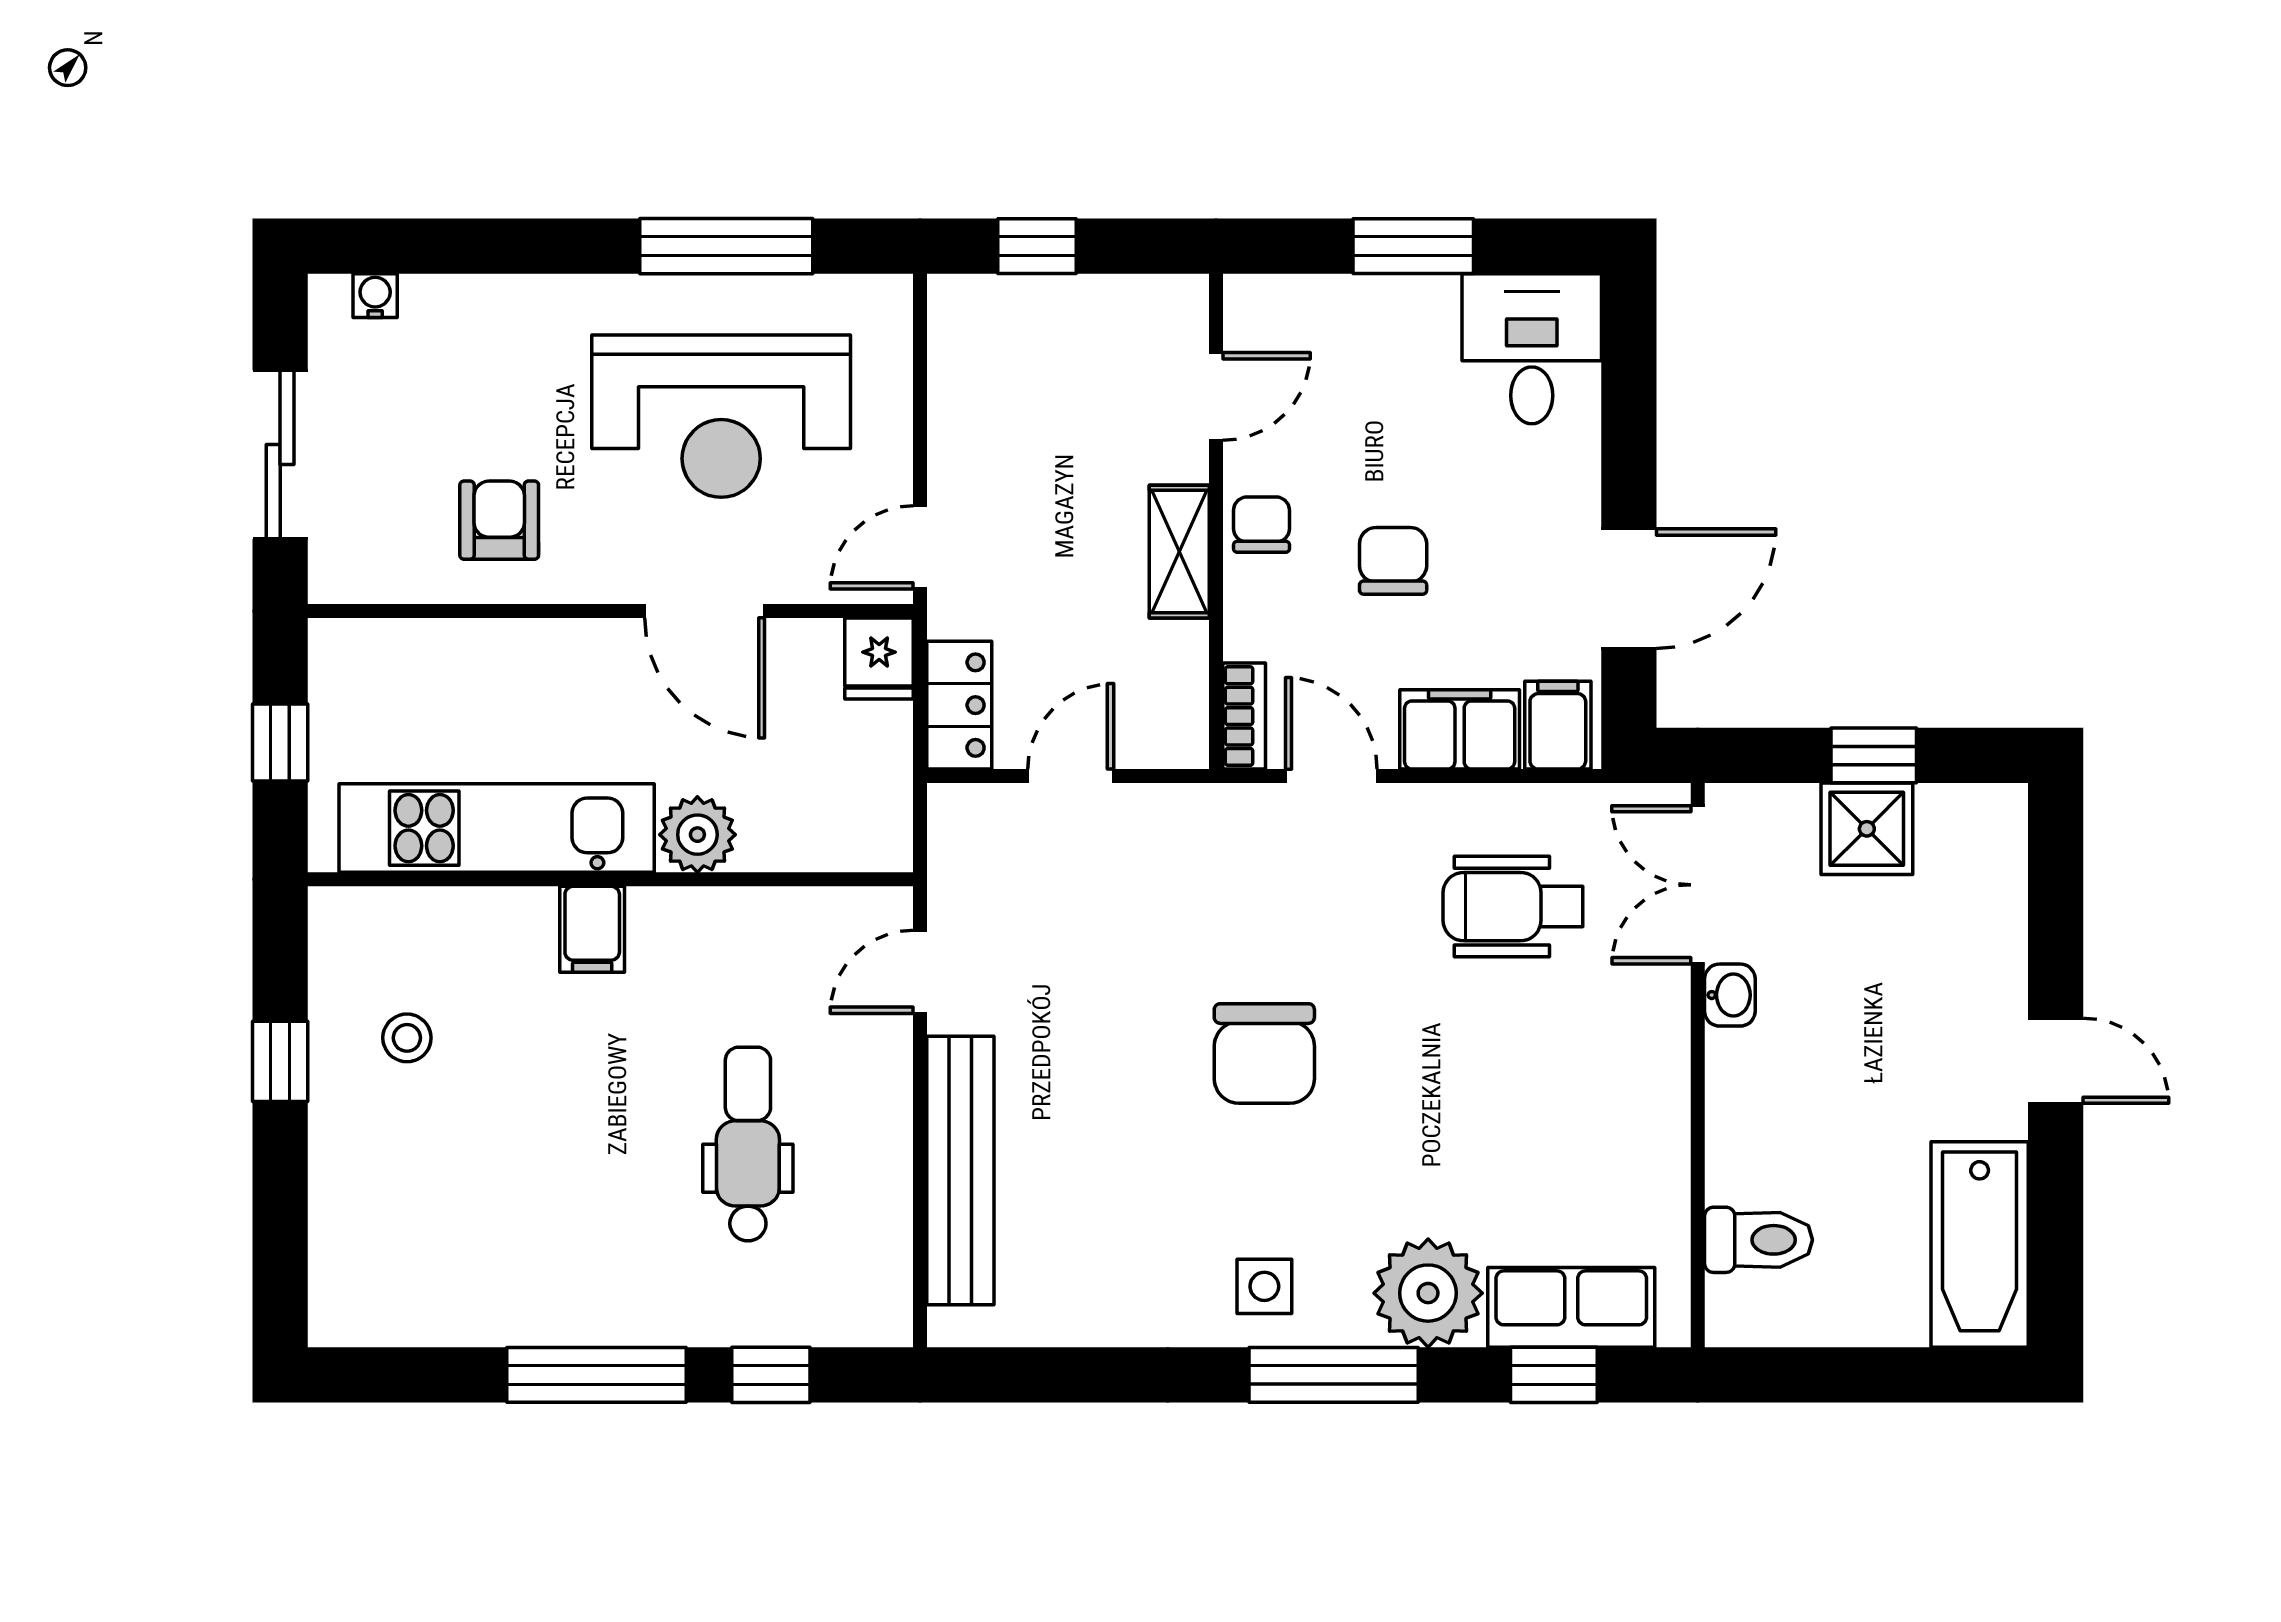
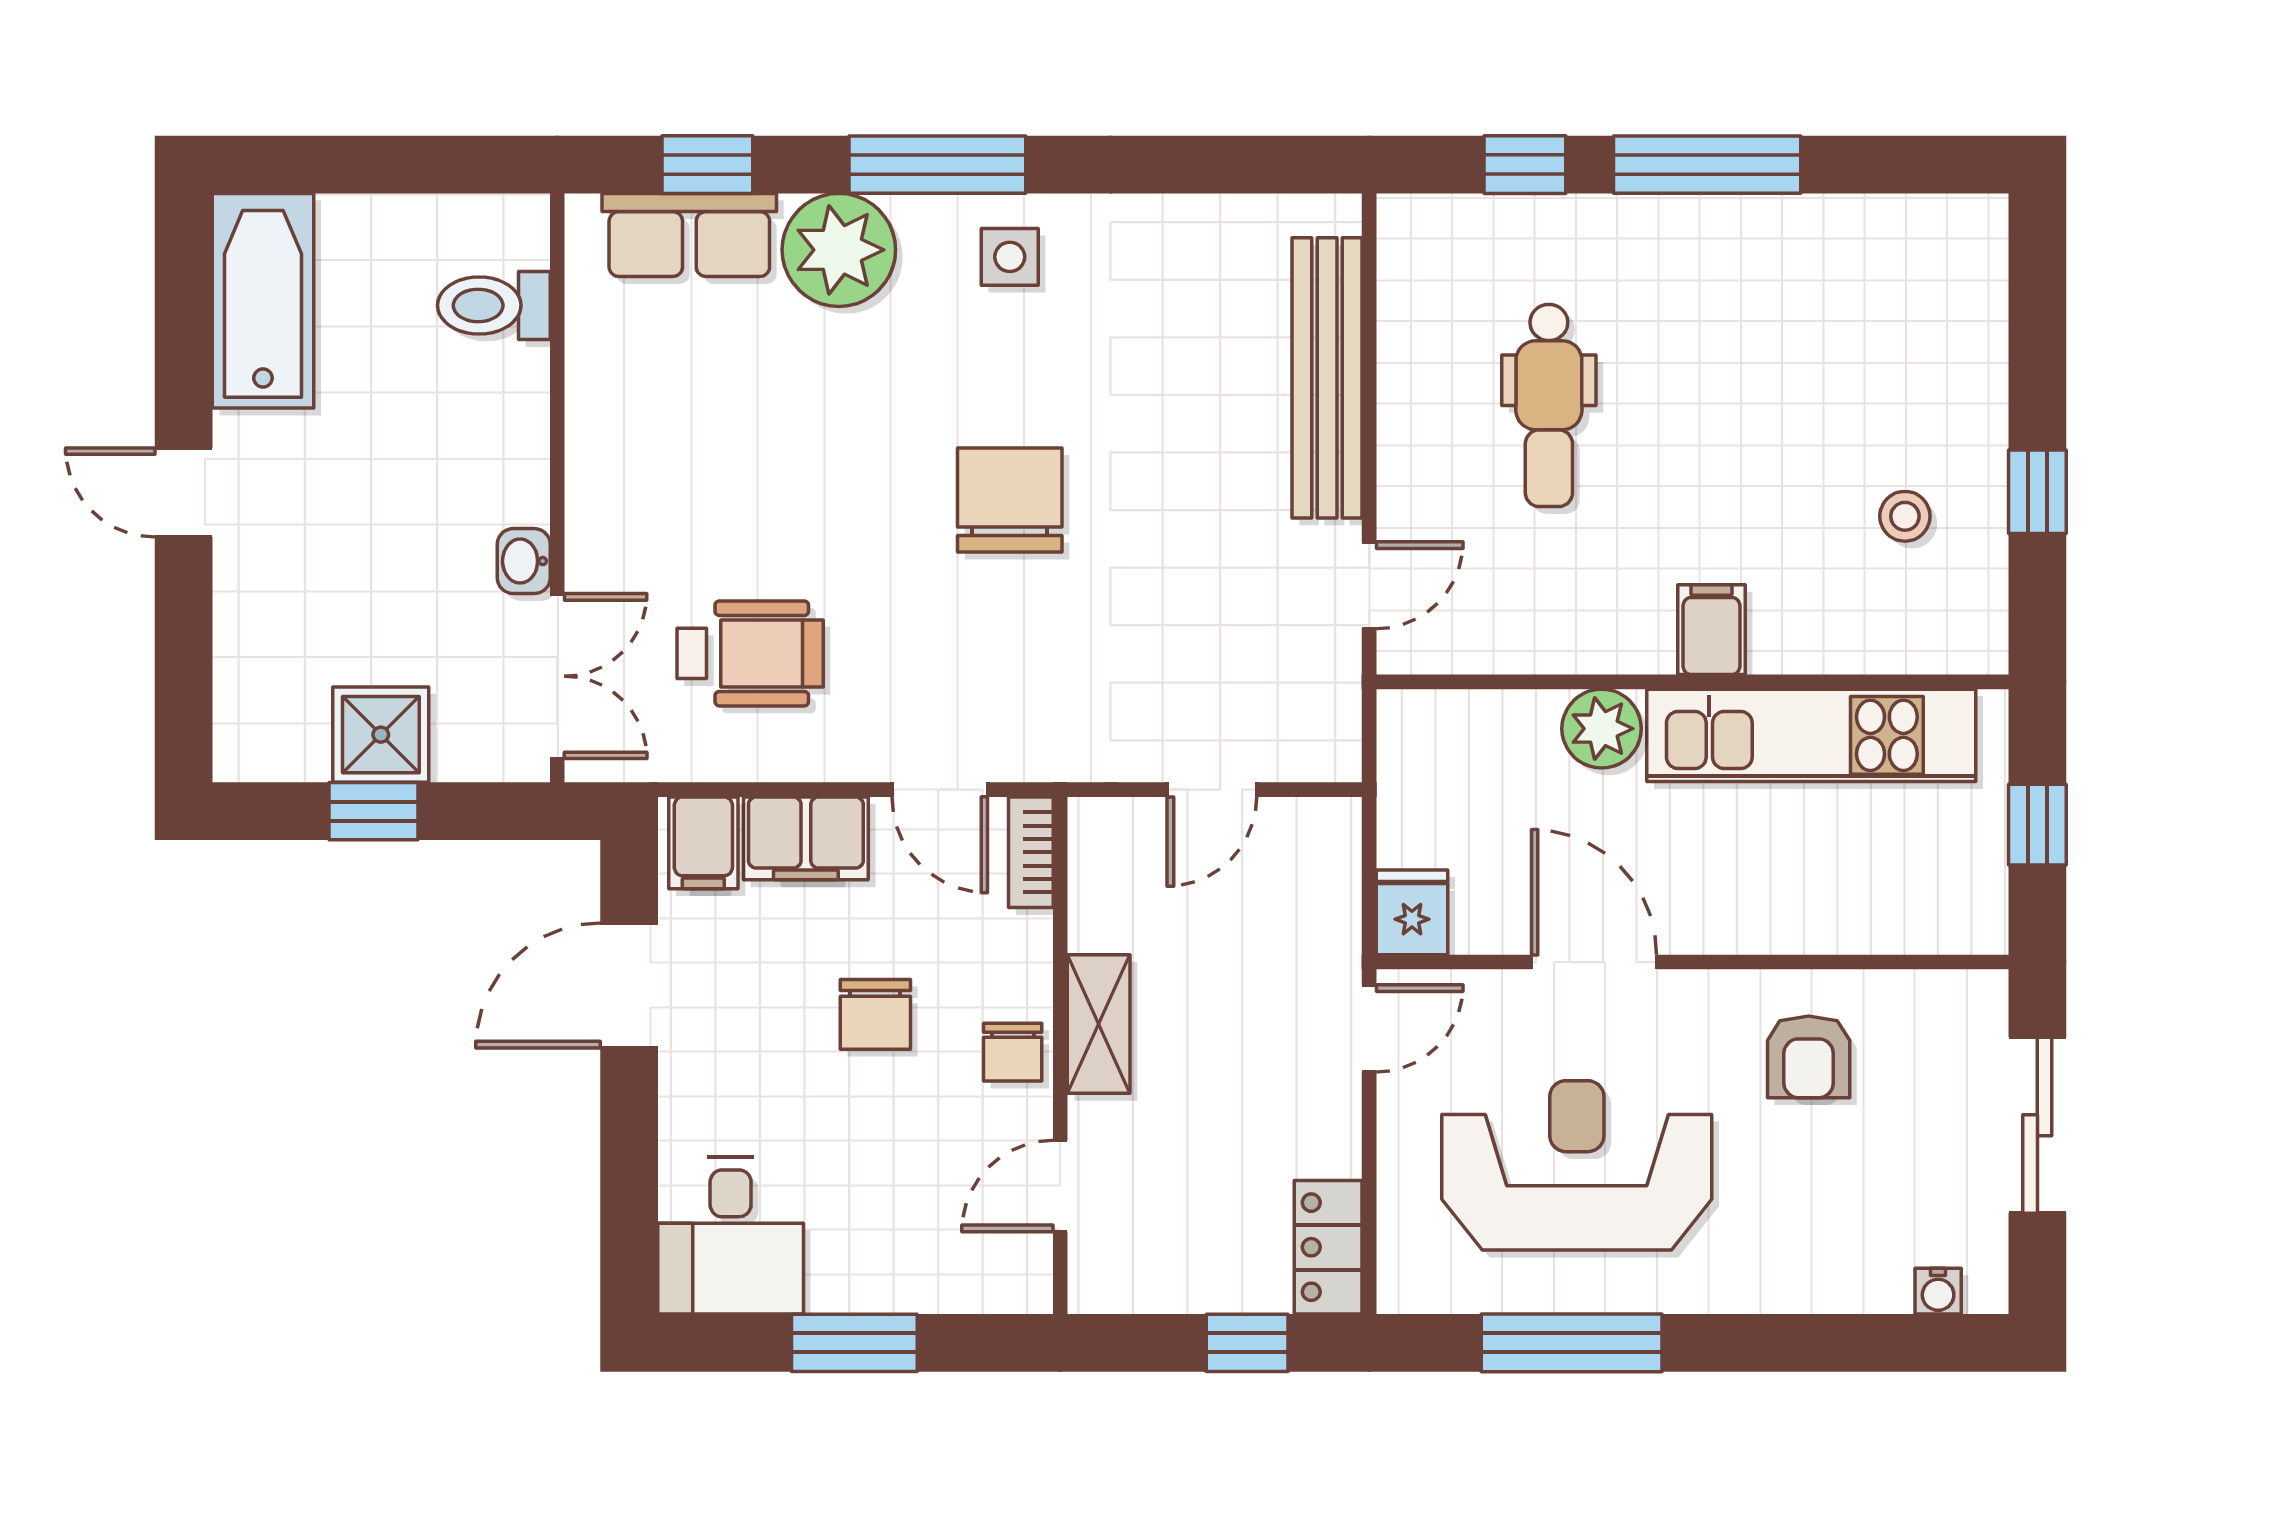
locker: (959, 705) -> (1328, 1247), moved

